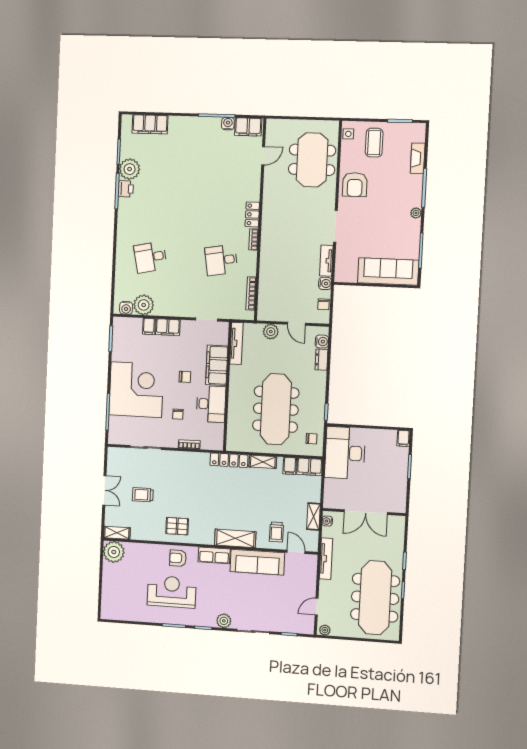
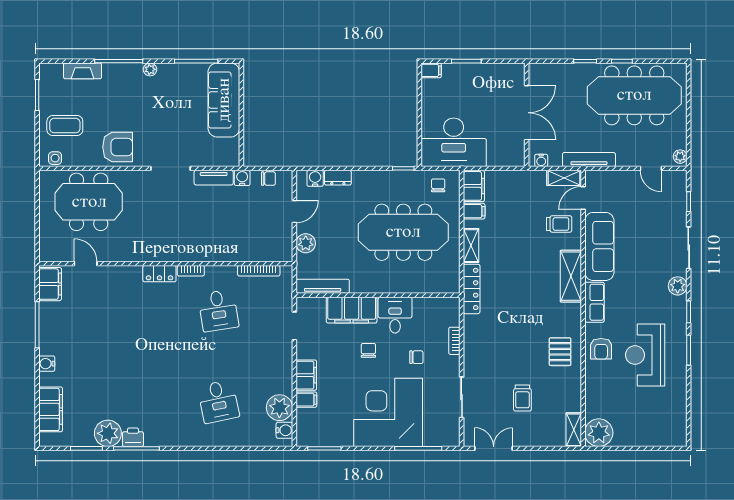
water cooler: (228, 124) -> (47, 364), moved
desk: (211, 404) -> (395, 315), width x0.73
double door: (104, 490) -> (494, 448), moved
shelving: (313, 517) -> (564, 178), moved

